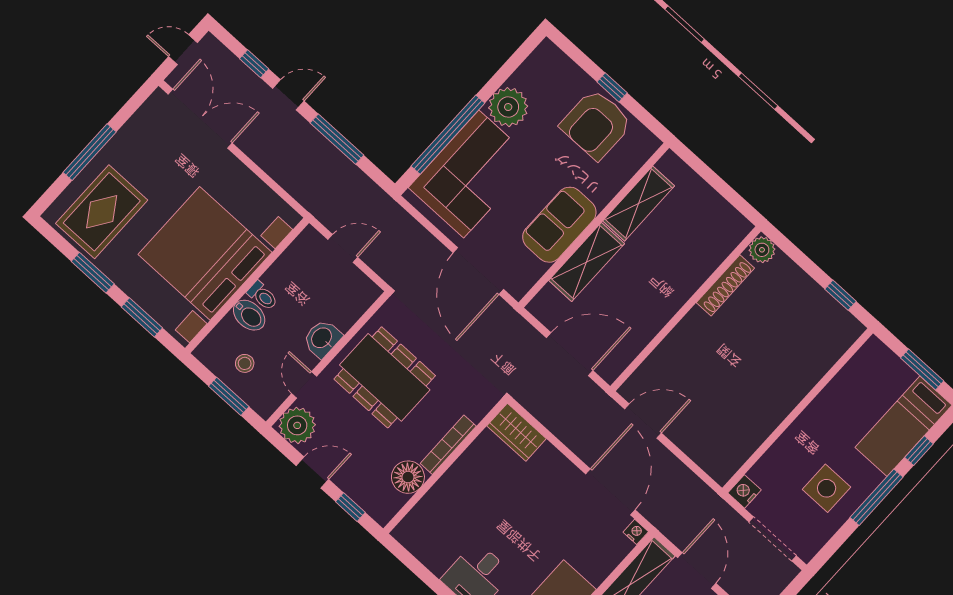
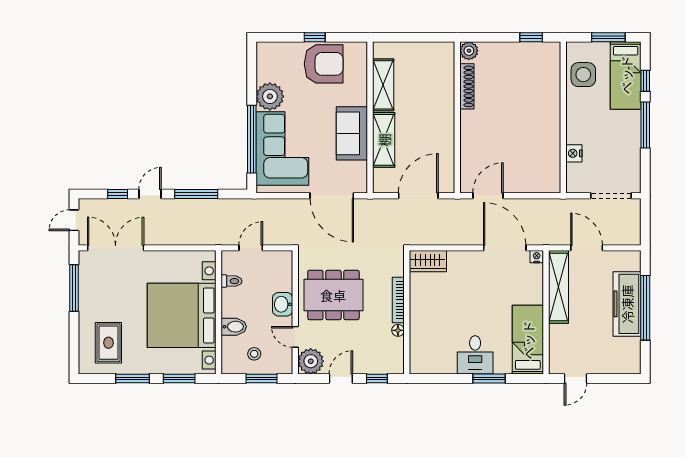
armchair: (596, 124) -> (324, 64), turned -90
window: (90, 152) -> (74, 288), moved
rug: (102, 212) -> (108, 343), width x0.73, depth x0.70
toilet: (262, 296) -> (232, 281), moved
floor lamp: (408, 477) -> (398, 330), width x0.53, depth x0.53
side table: (827, 488) -> (583, 75), moved
nightstand: (745, 491) -> (574, 153), moved

